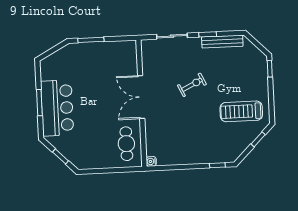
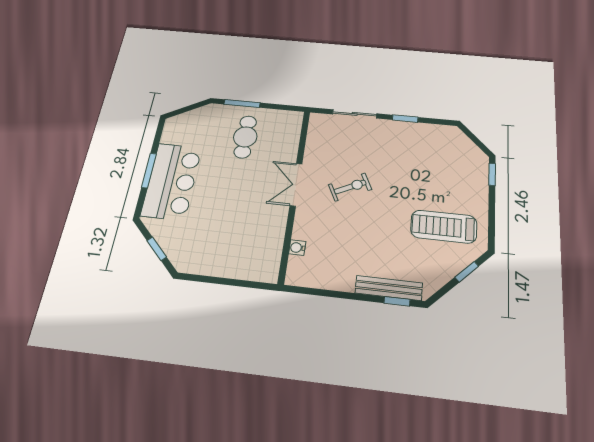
bench: (222, 42) -> (389, 288), moved
exercise bike: (192, 85) -> (350, 187), moved
double door: (141, 97) -> (296, 185), width x0.73
cafe table: (126, 144) -> (245, 137), moved
water cooler: (151, 161) -> (297, 248), moved

